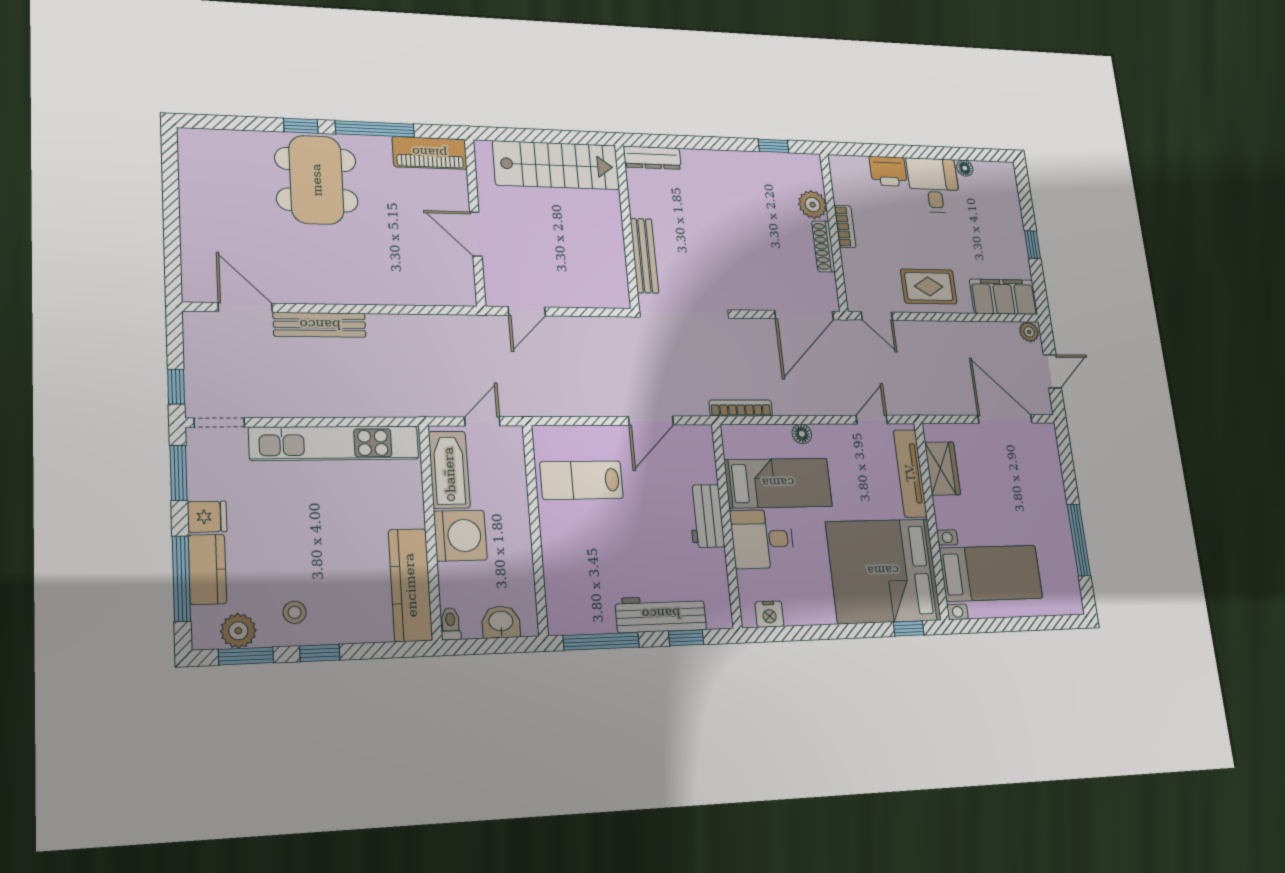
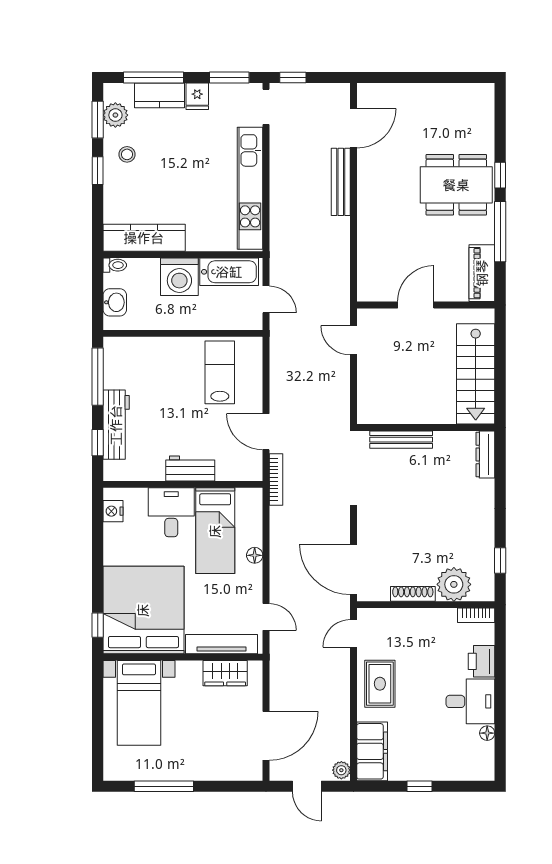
plant: (813, 205) -> (454, 584), width x1.36, depth x1.36
bookcase: (845, 226) -> (476, 615), moved
bookcase: (741, 408) -> (276, 479), moved

